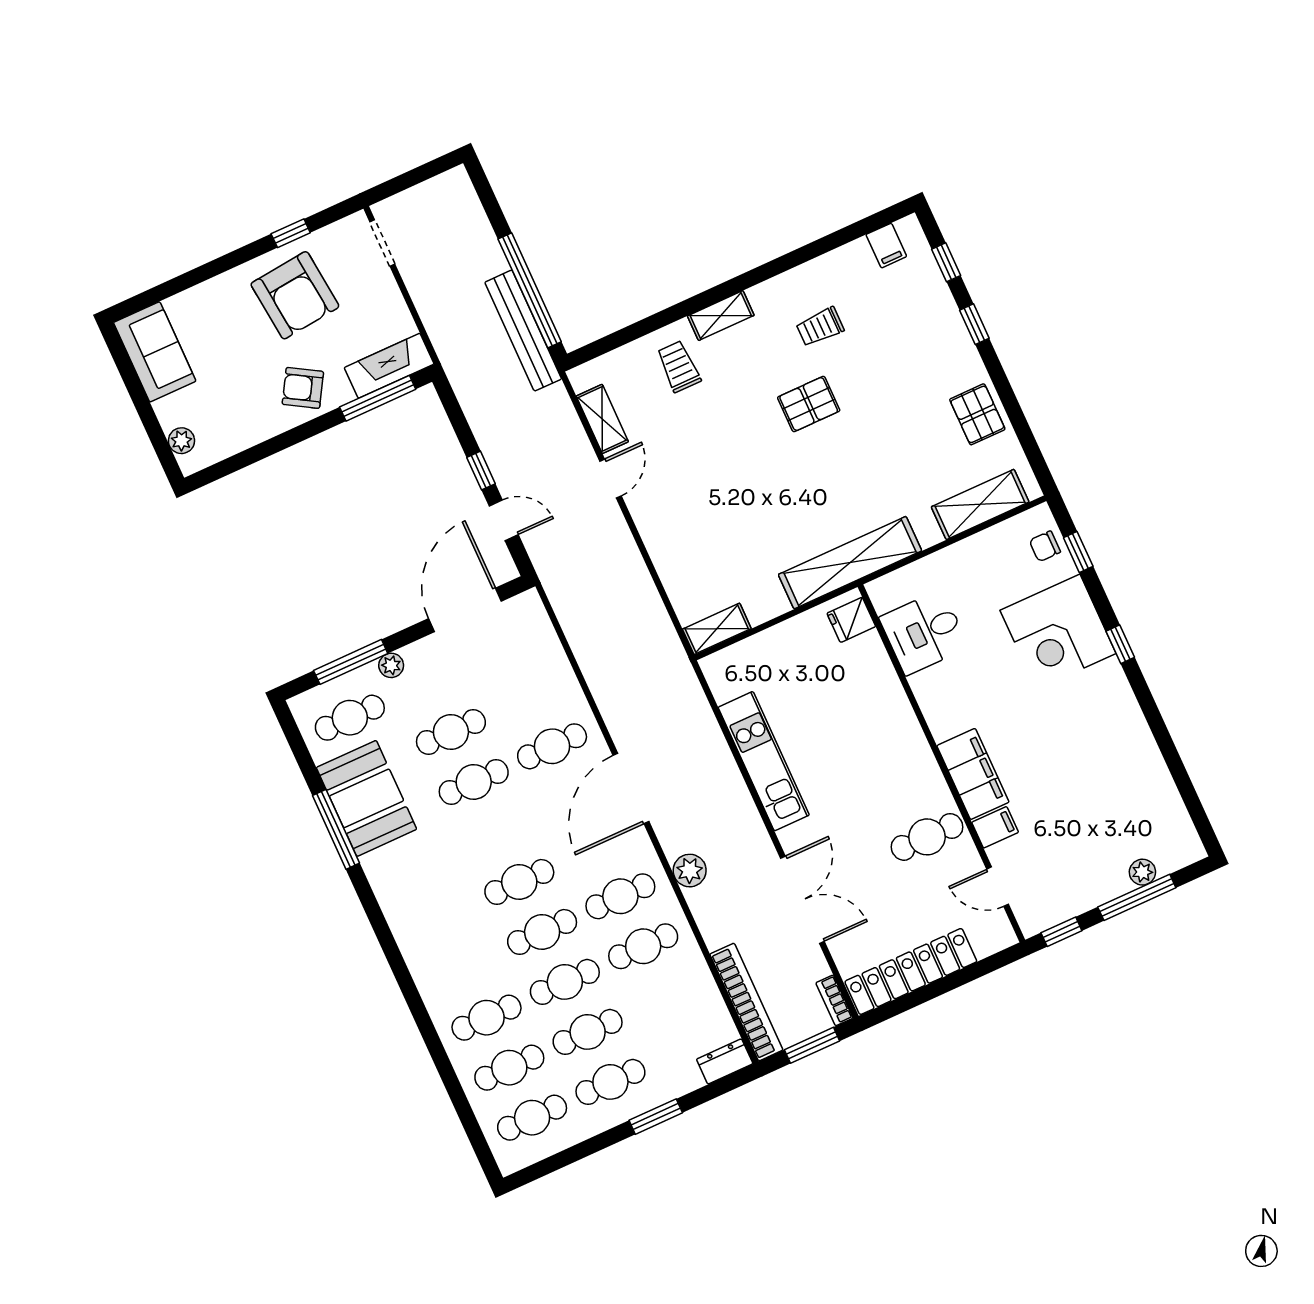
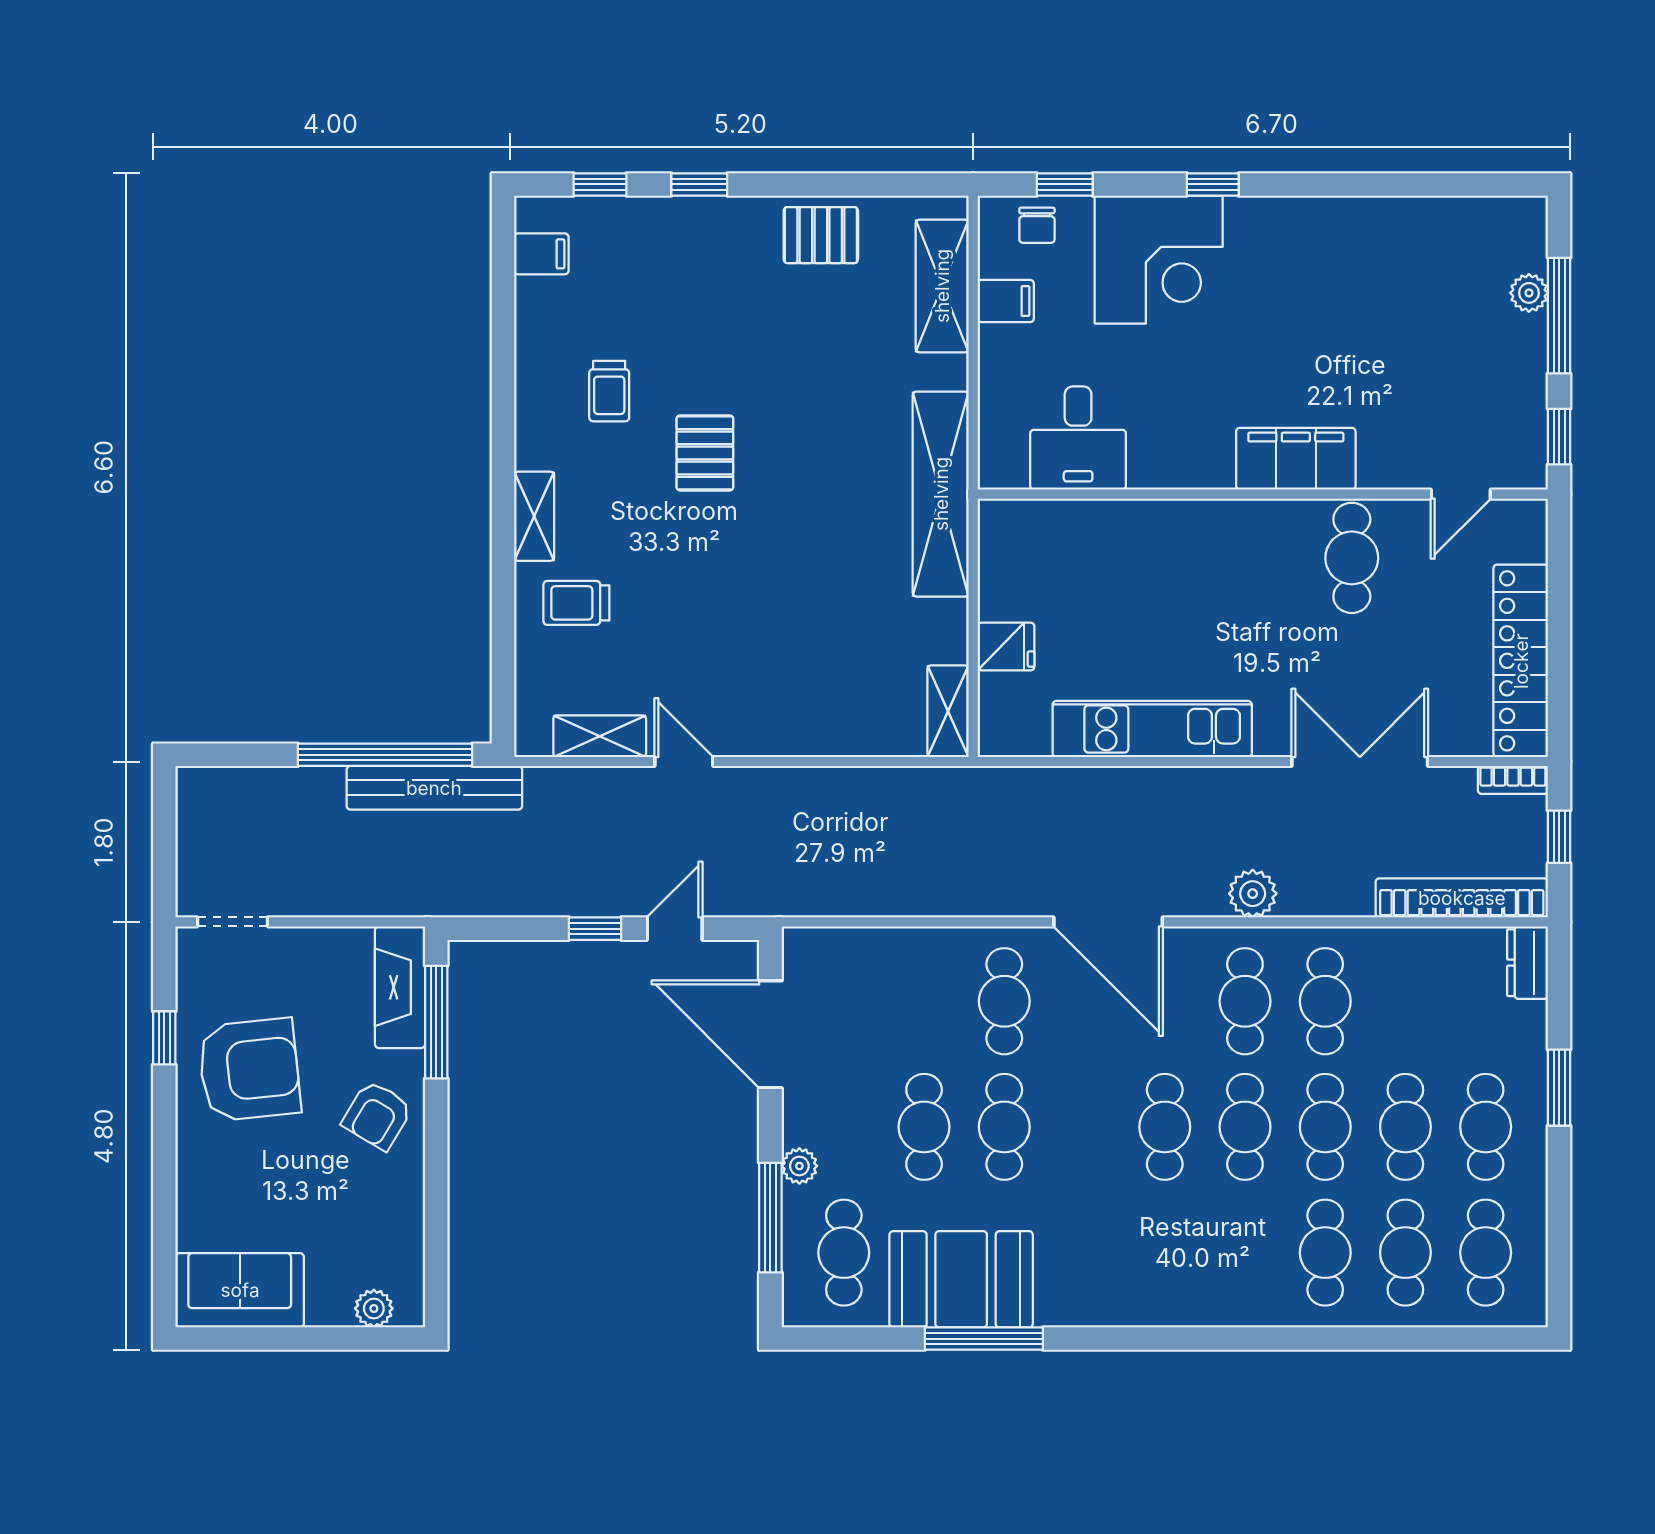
fridge: (851, 620) -> (1006, 647), moved, turned -90
filing cabinet: (995, 827) -> (1006, 301), moved, turned 90
window: (812, 1045) -> (1559, 837), width x0.67

